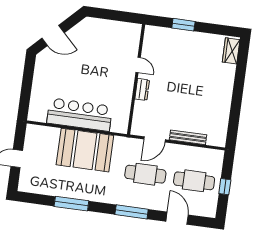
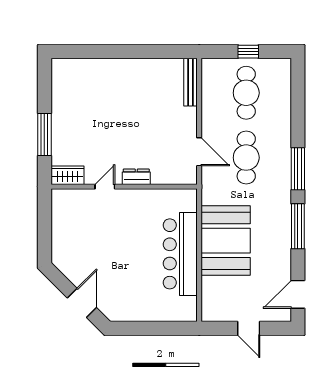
window: (183, 25) -> (44, 135), width x1.44
wardrobe: (231, 51) -> (68, 175), moved, turned 180
bench: (188, 137) -> (191, 82), moved
window: (71, 204) -> (298, 226), moved
door: (177, 218) -> (298, 294), moved

